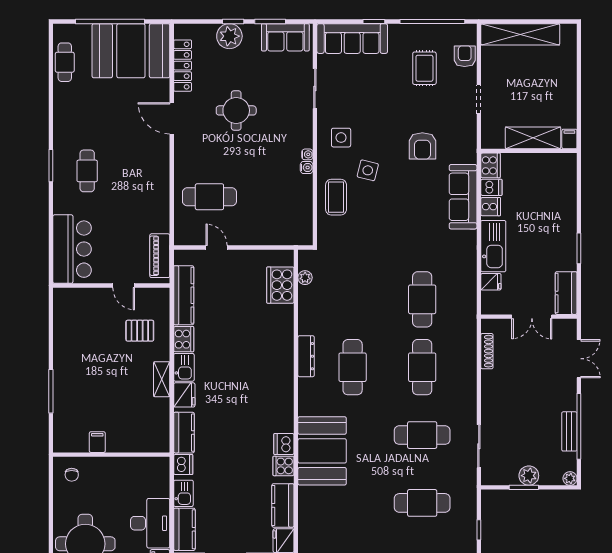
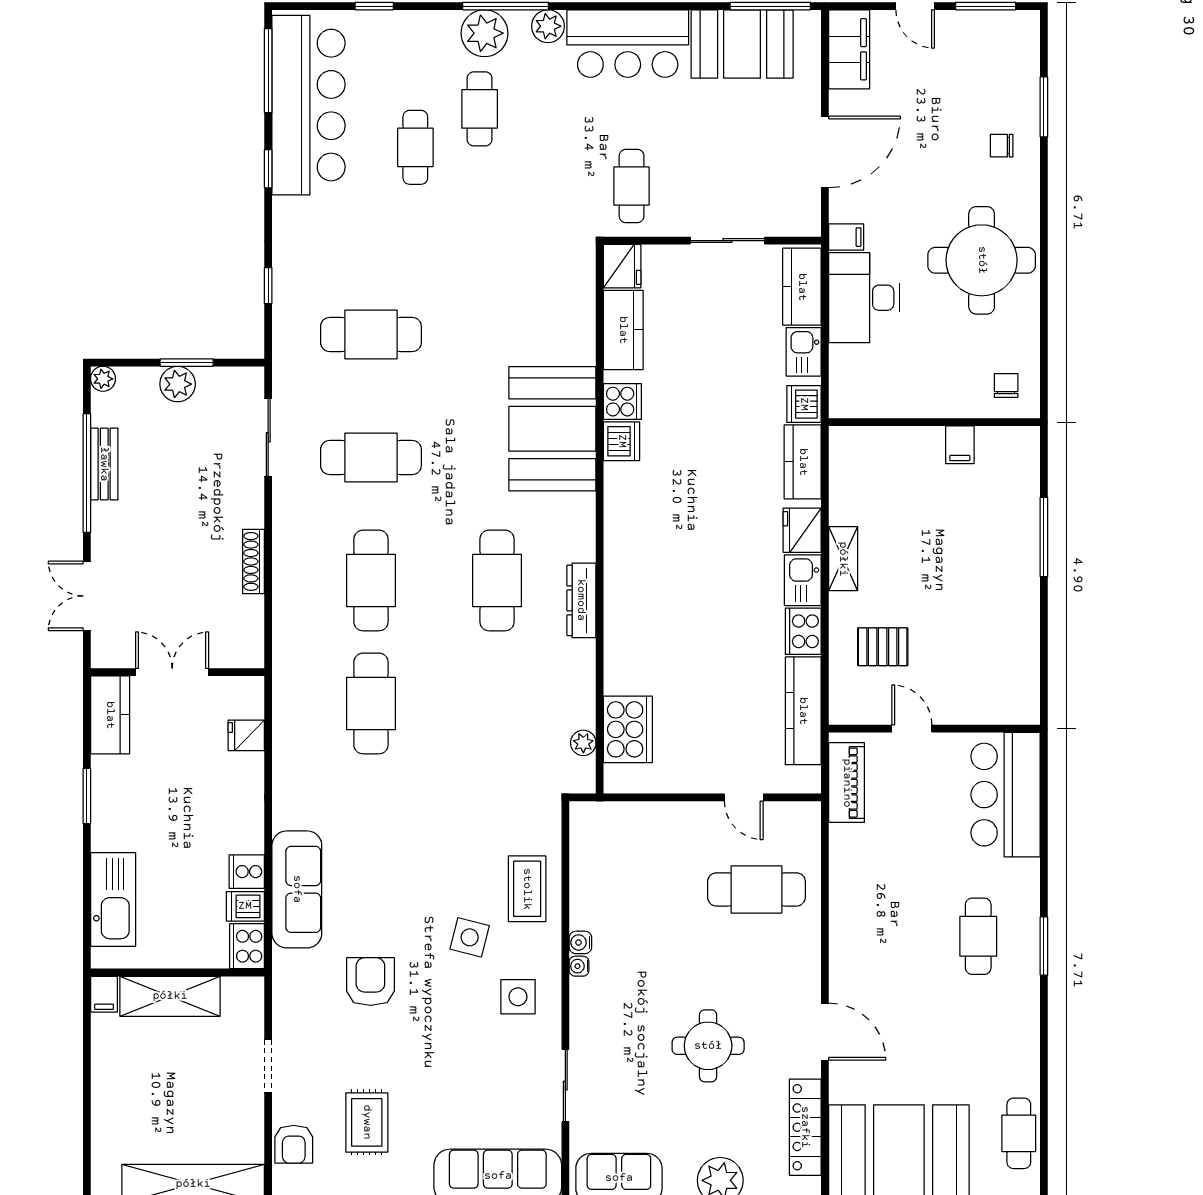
kitchen sink: (493, 246) -> (113, 899), moved, turned 180
shoe rack: (487, 351) -> (254, 561), moved

